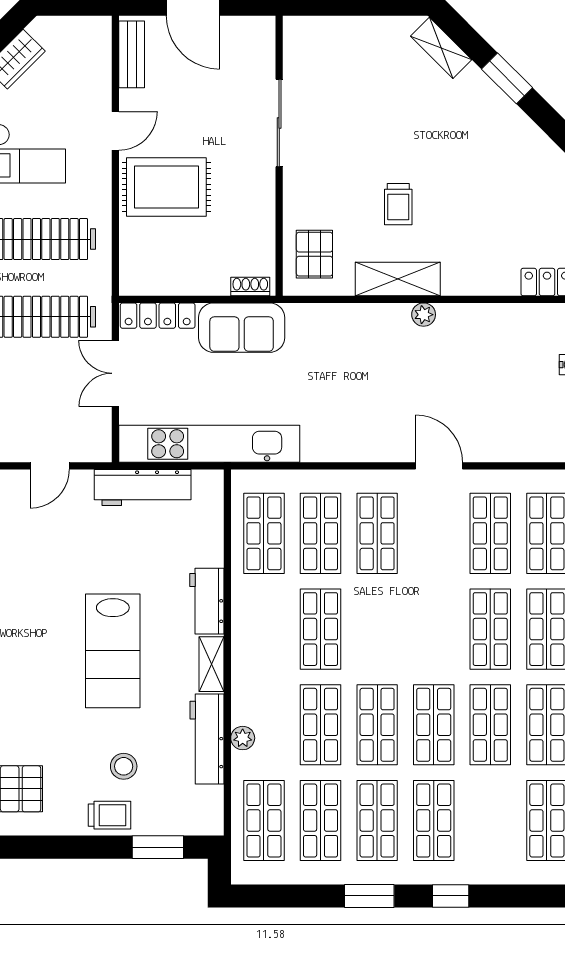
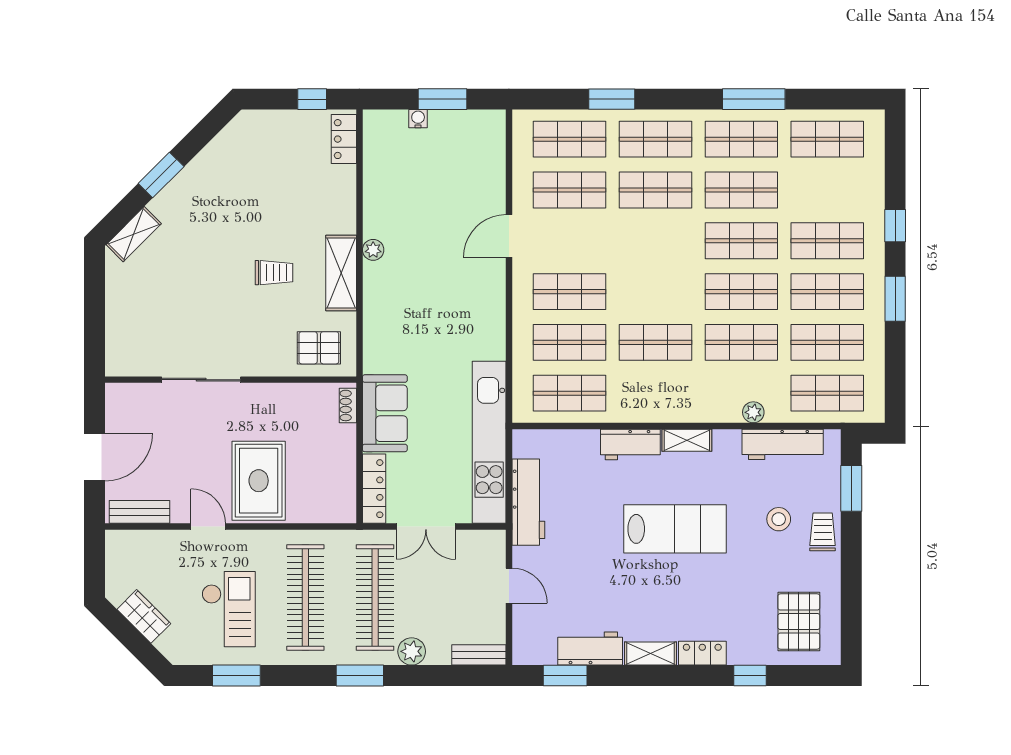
workbench: (207, 739) -> (783, 444), moved

